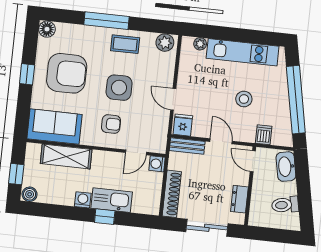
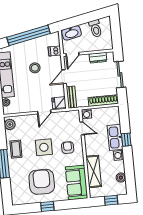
floor lamp: (47, 29) -> (17, 200), removed
boiler: (30, 194) -> (121, 178), moved

